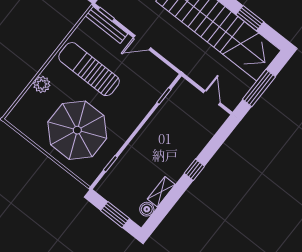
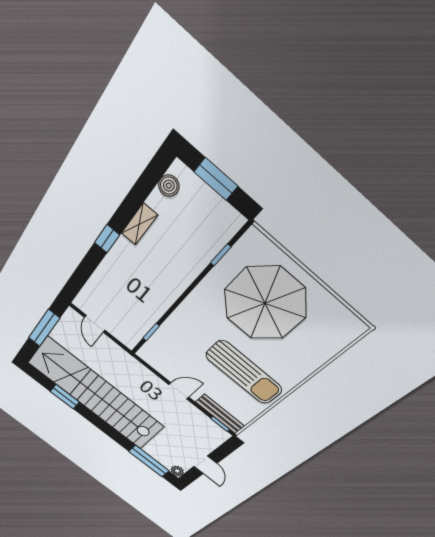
plant: (42, 84) -> (308, 363), removed
shelving: (161, 192) -> (139, 224), moved

